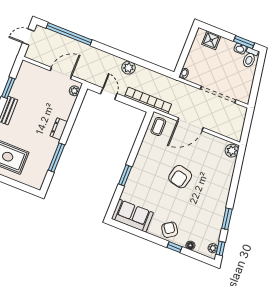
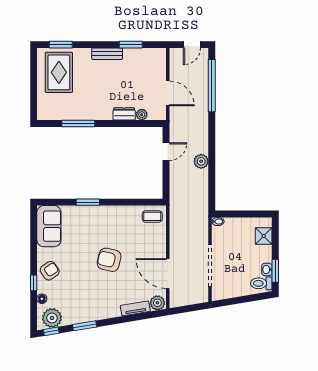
door: (28, 37) -> (192, 45), swing flipped
plant: (74, 91) -> (142, 115), moved
bookcase: (148, 100) -> (175, 195), removed
door: (190, 124) -> (168, 274), moved
dresser: (59, 129) -> (124, 114), moved
tv unit: (229, 171) -> (135, 308), added
plant: (213, 248) -> (52, 318), width x1.88, depth x1.88

